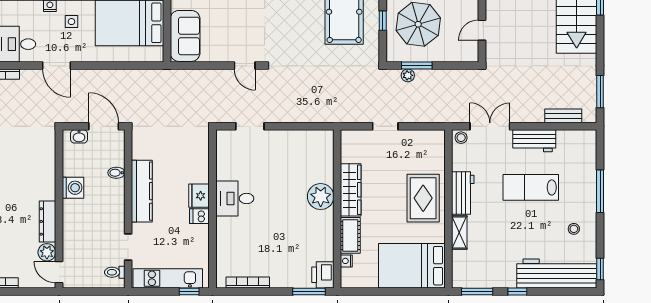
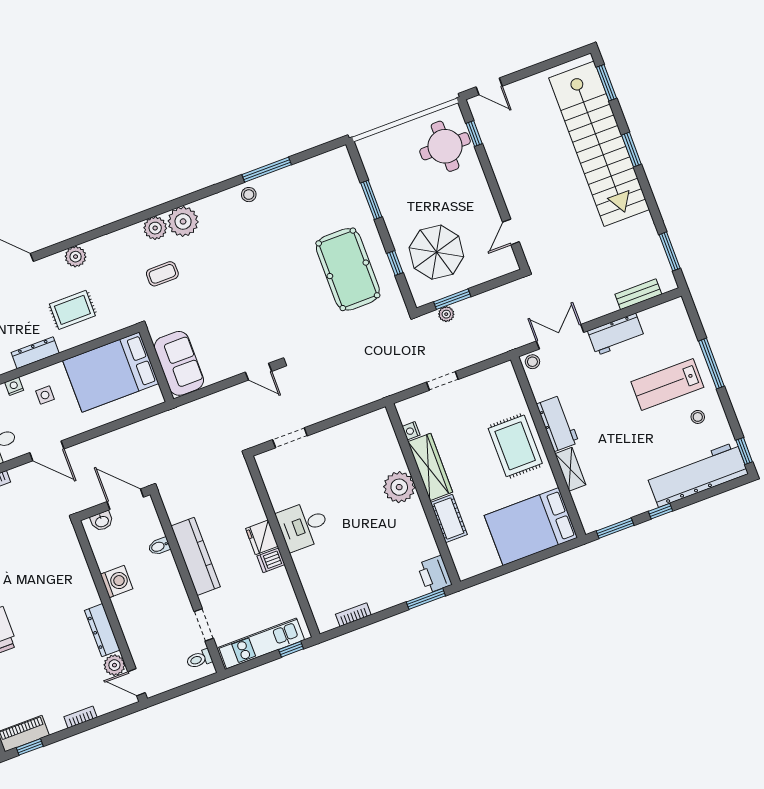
lab bench: (531, 187) -> (667, 384), moved
nightstand: (346, 261) -> (411, 431), moved
bookcase: (248, 283) -> (353, 615), width x0.64

